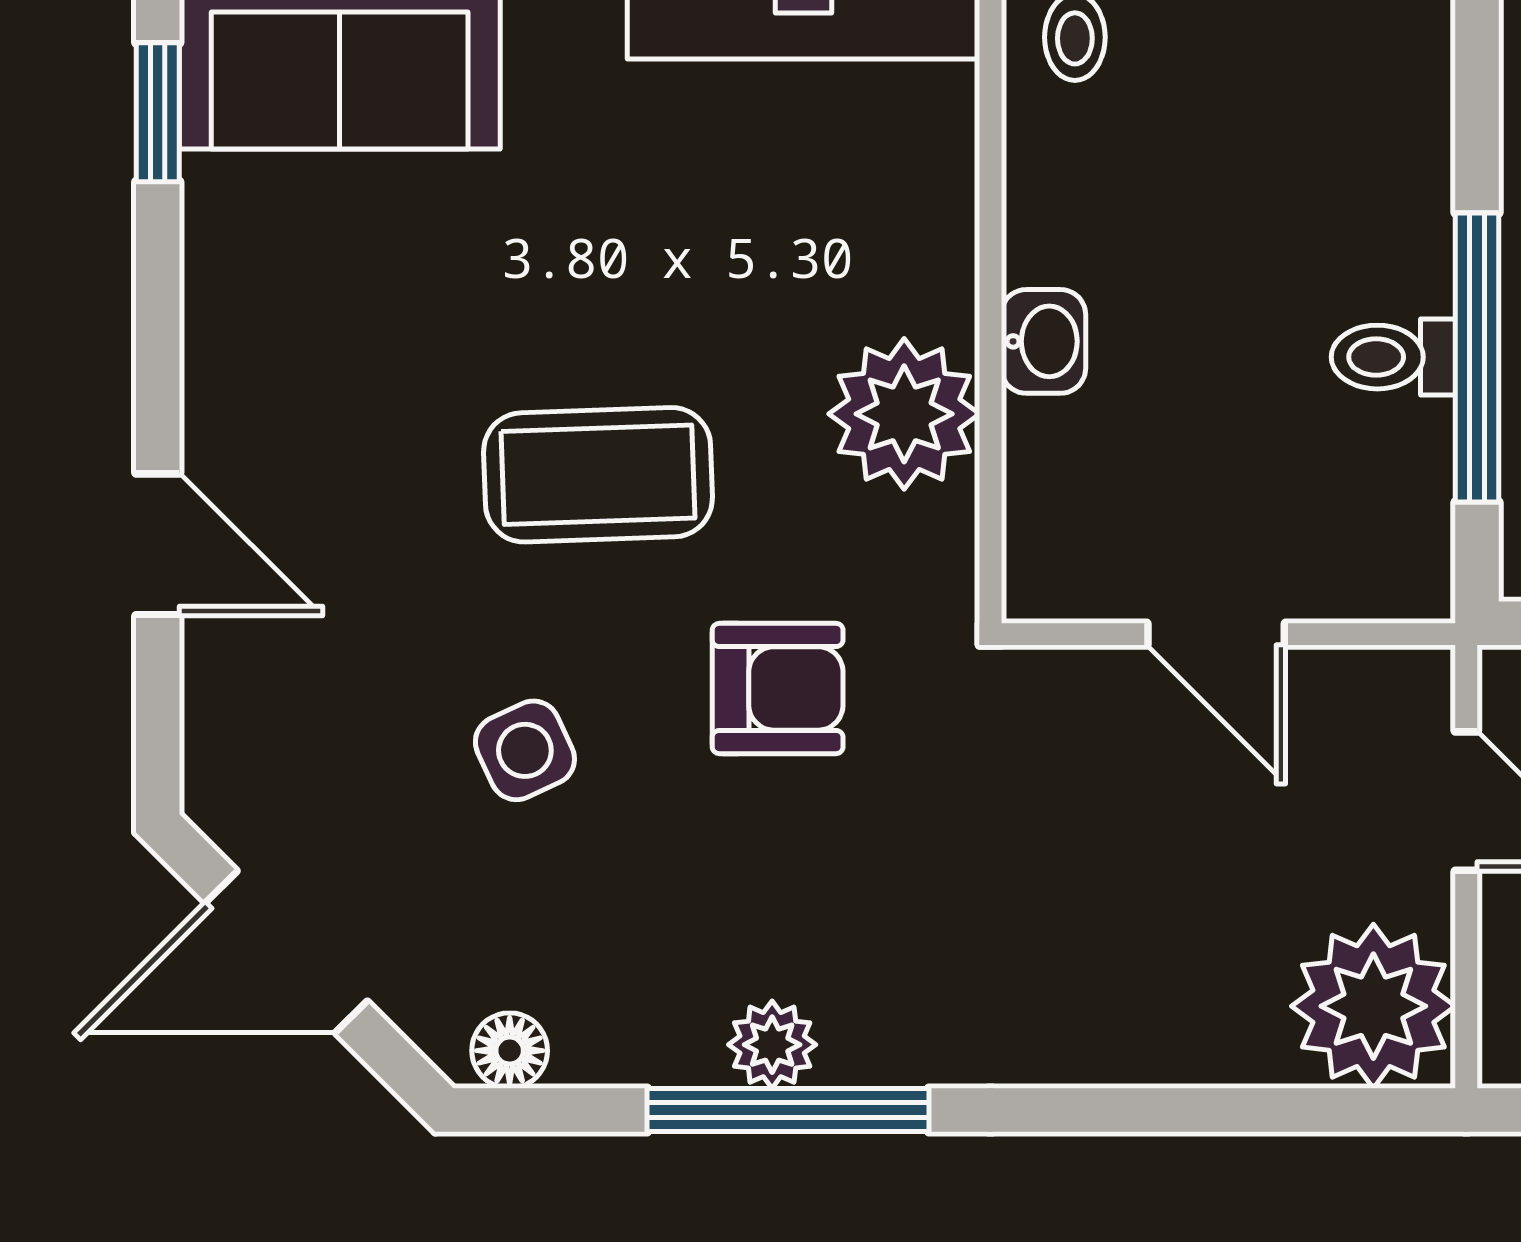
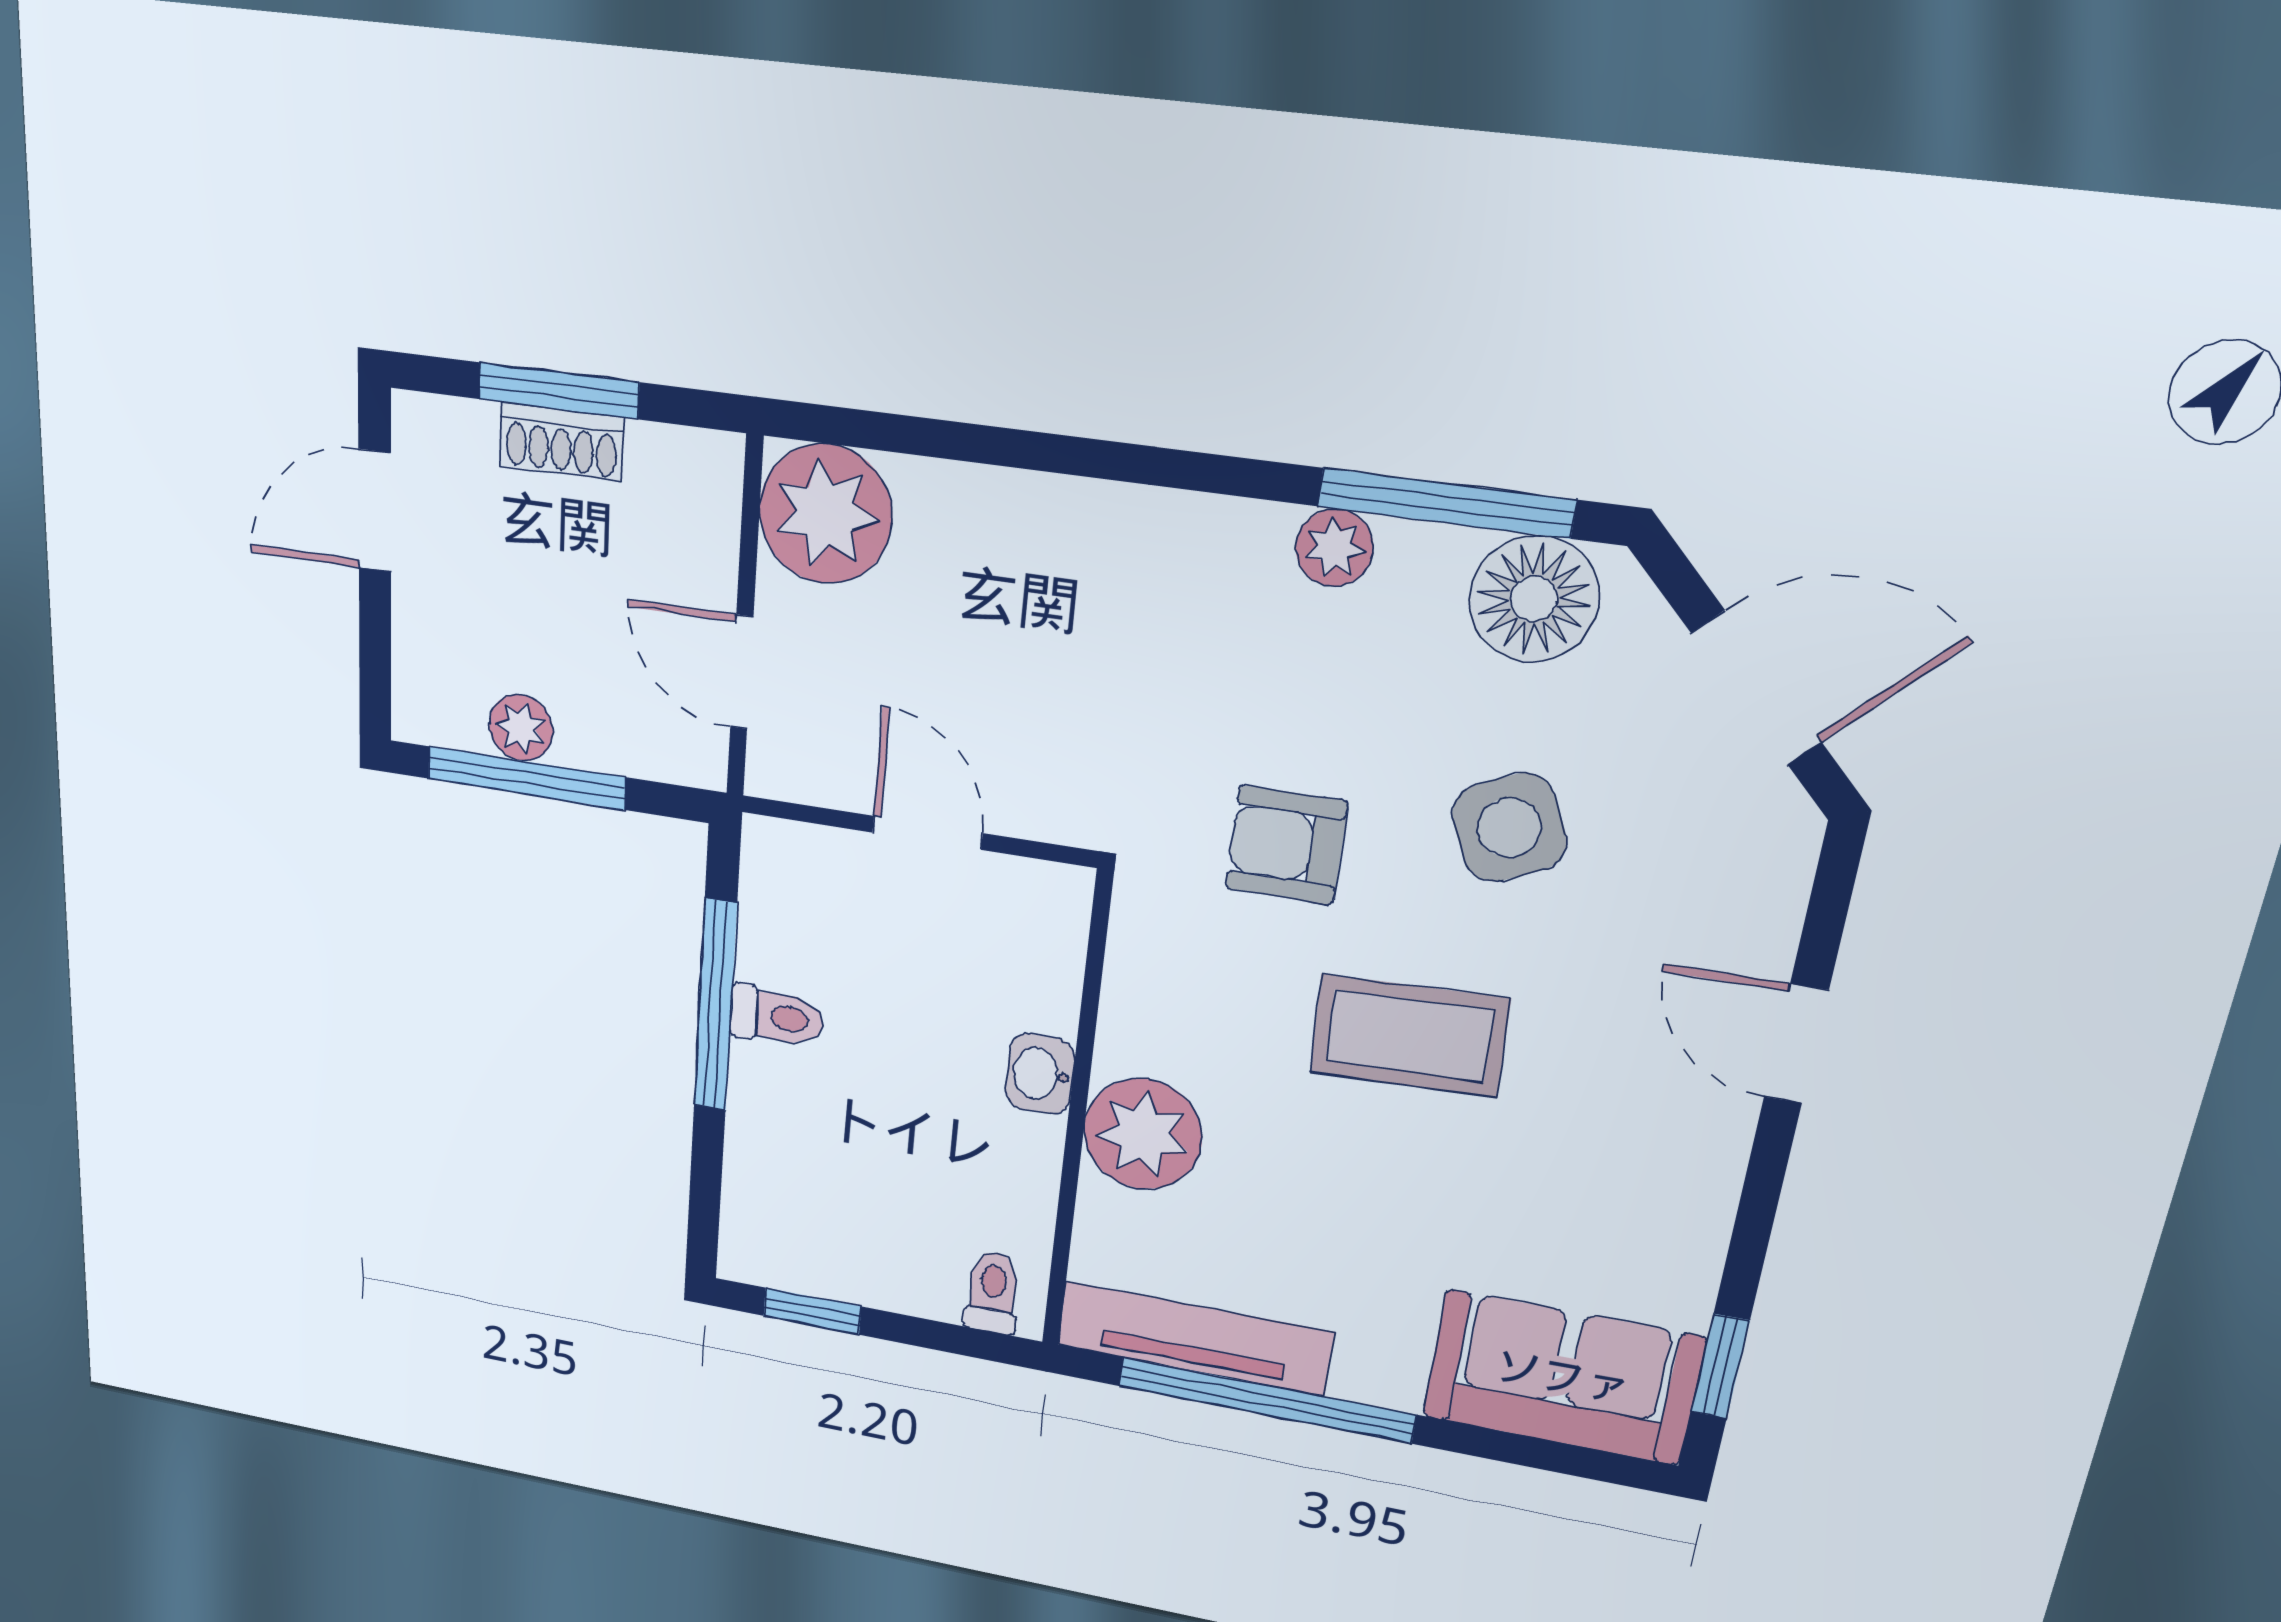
plant: (904, 414) -> (1143, 1134), moved
side table: (525, 750) -> (1509, 828), width x1.37, depth x1.37
floor lamp: (510, 1051) -> (1534, 599), width x1.89, depth x1.89
window: (788, 1110) -> (1446, 503), moved

